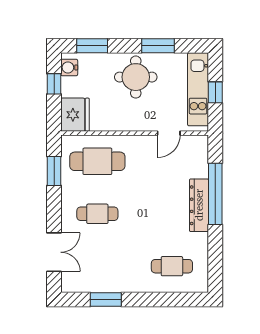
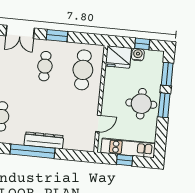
window: (158, 46) -> (164, 105), moved
water cooler: (69, 67) -> (138, 55), moved
door: (169, 133) -> (98, 124), swing flipped
window: (54, 171) -> (57, 36), moved
window: (215, 194) -> (33, 151), moved

